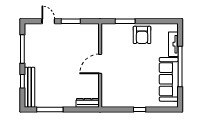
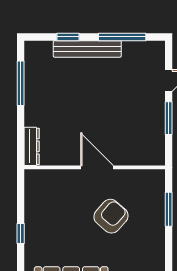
armchair: (142, 35) -> (111, 216), moved, turned 131
bench: (29, 87) -> (87, 49), moved

